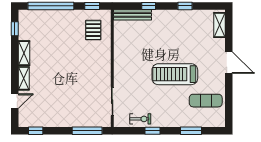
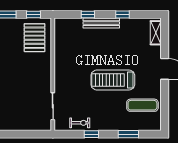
bench: (133, 15) -> (101, 23), moved
pallet: (93, 30) -> (35, 38), width x1.50, depth x1.42
window: (87, 131) -> (29, 134), removed

